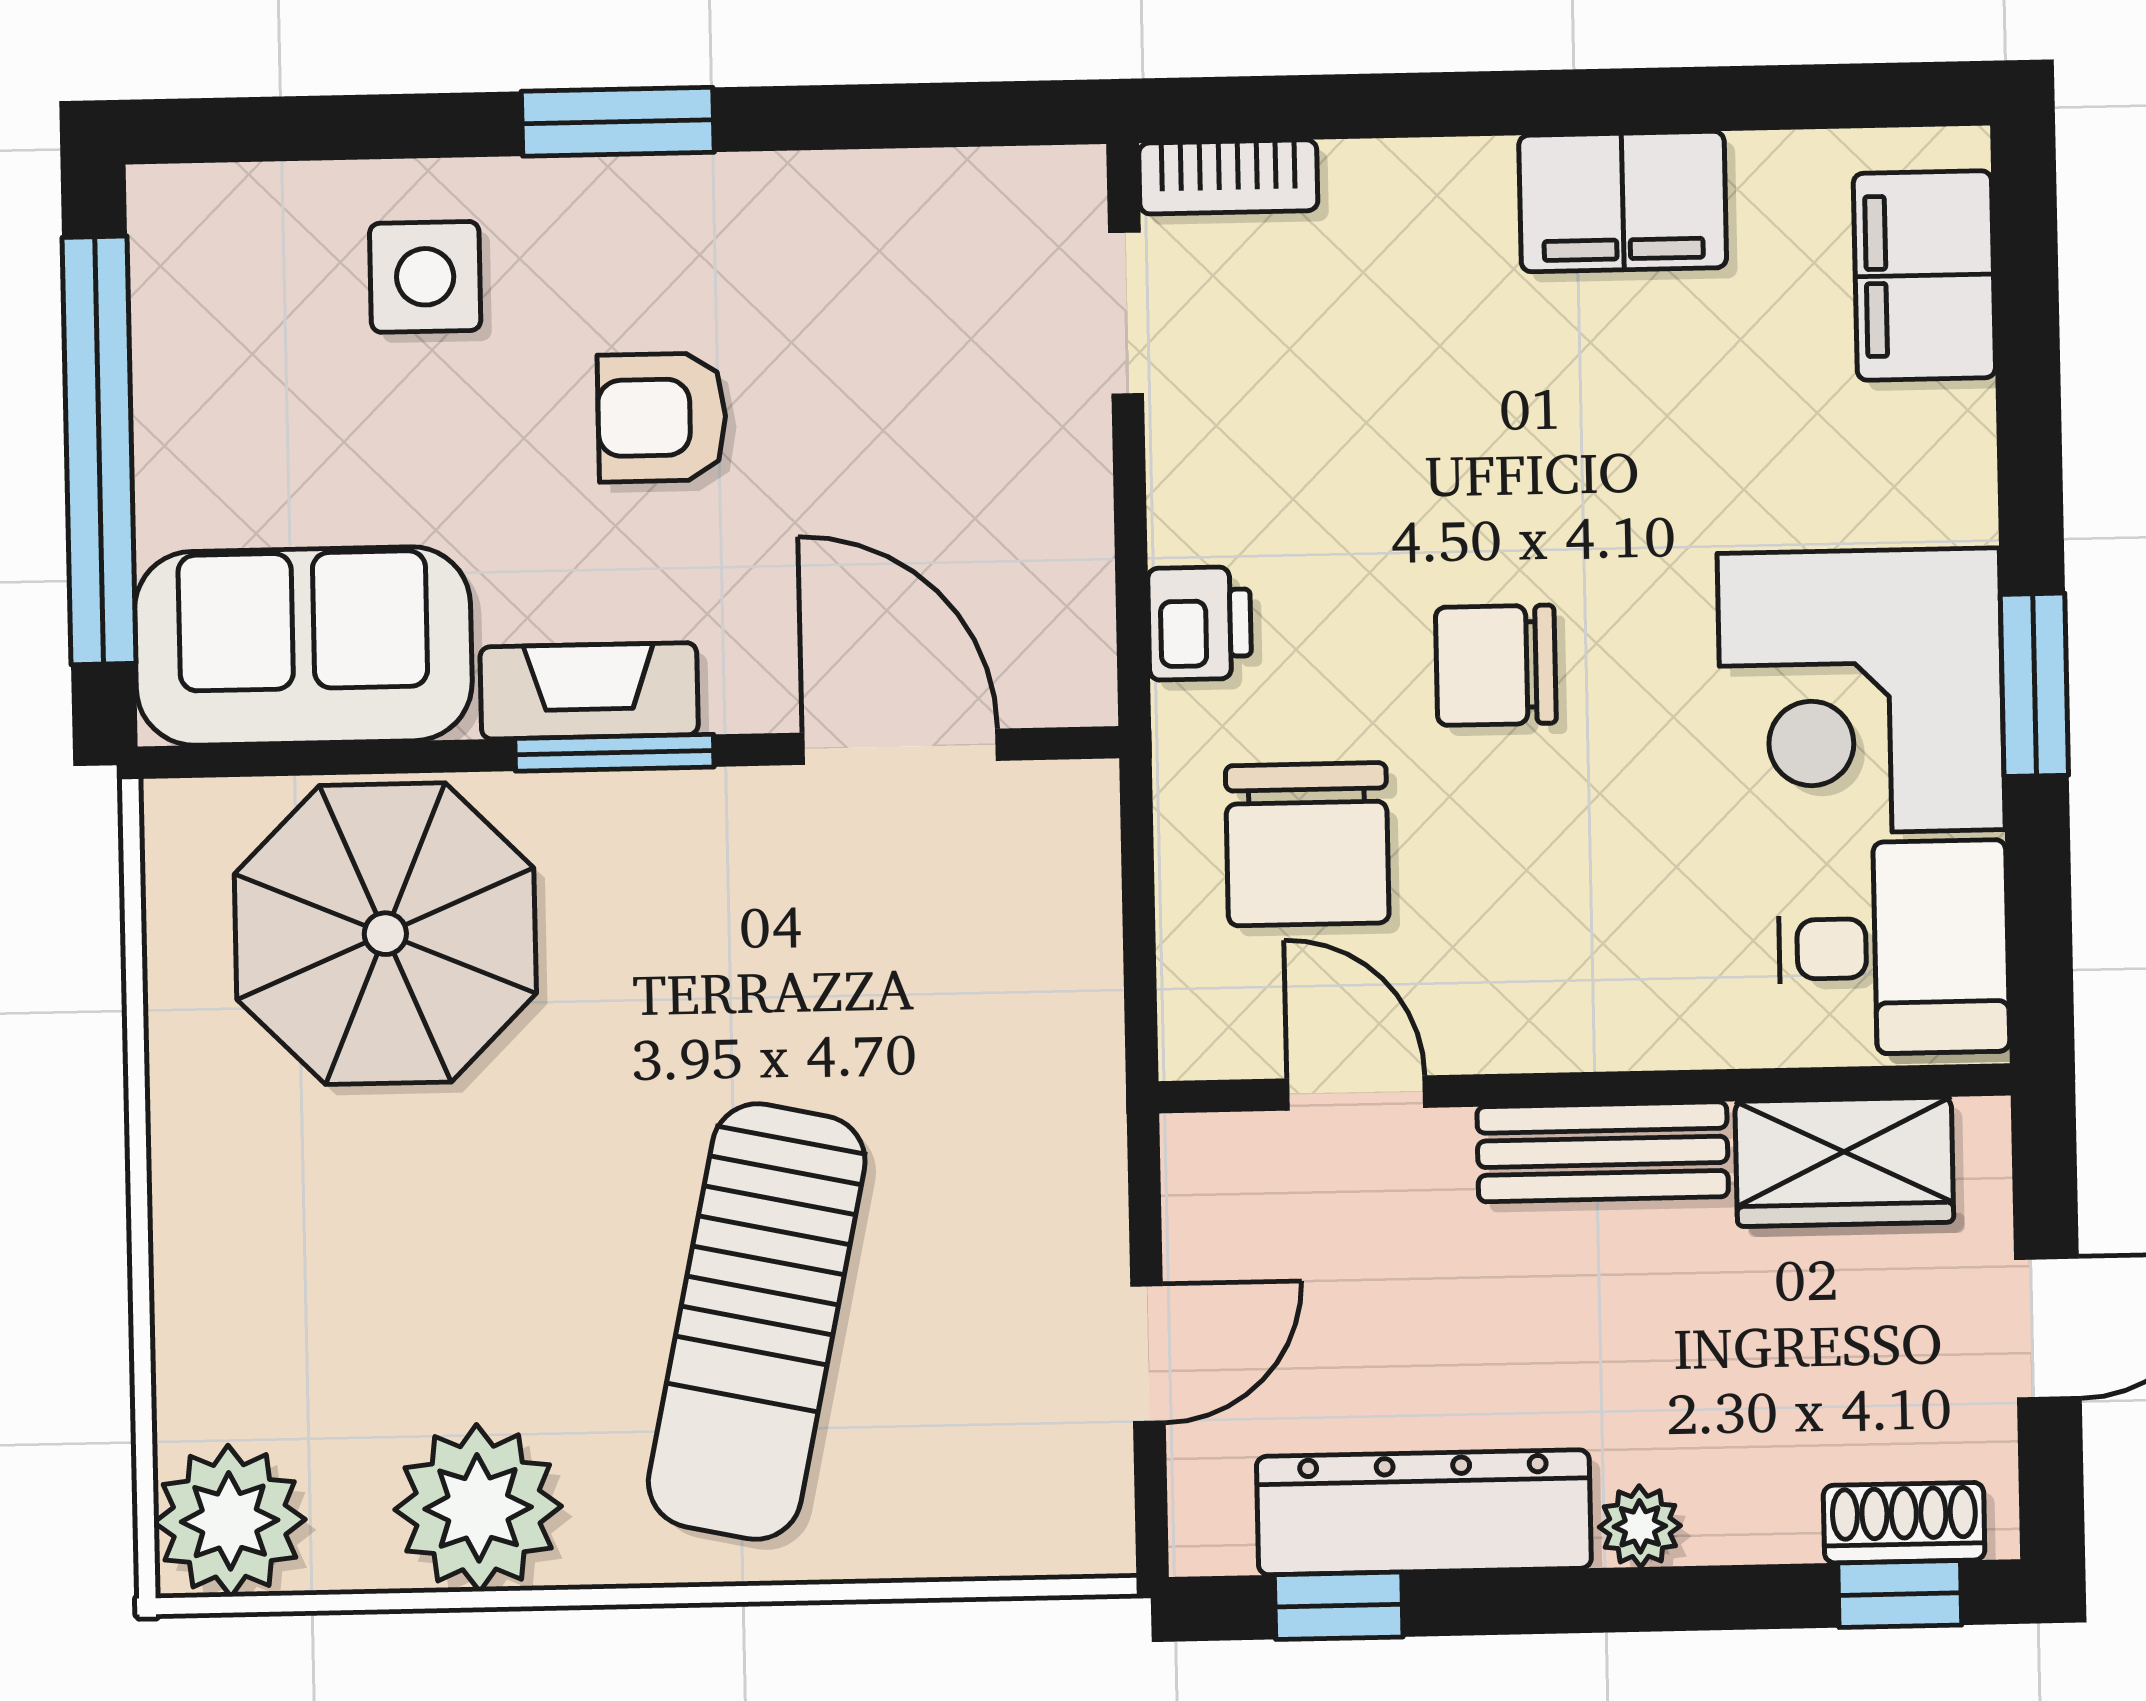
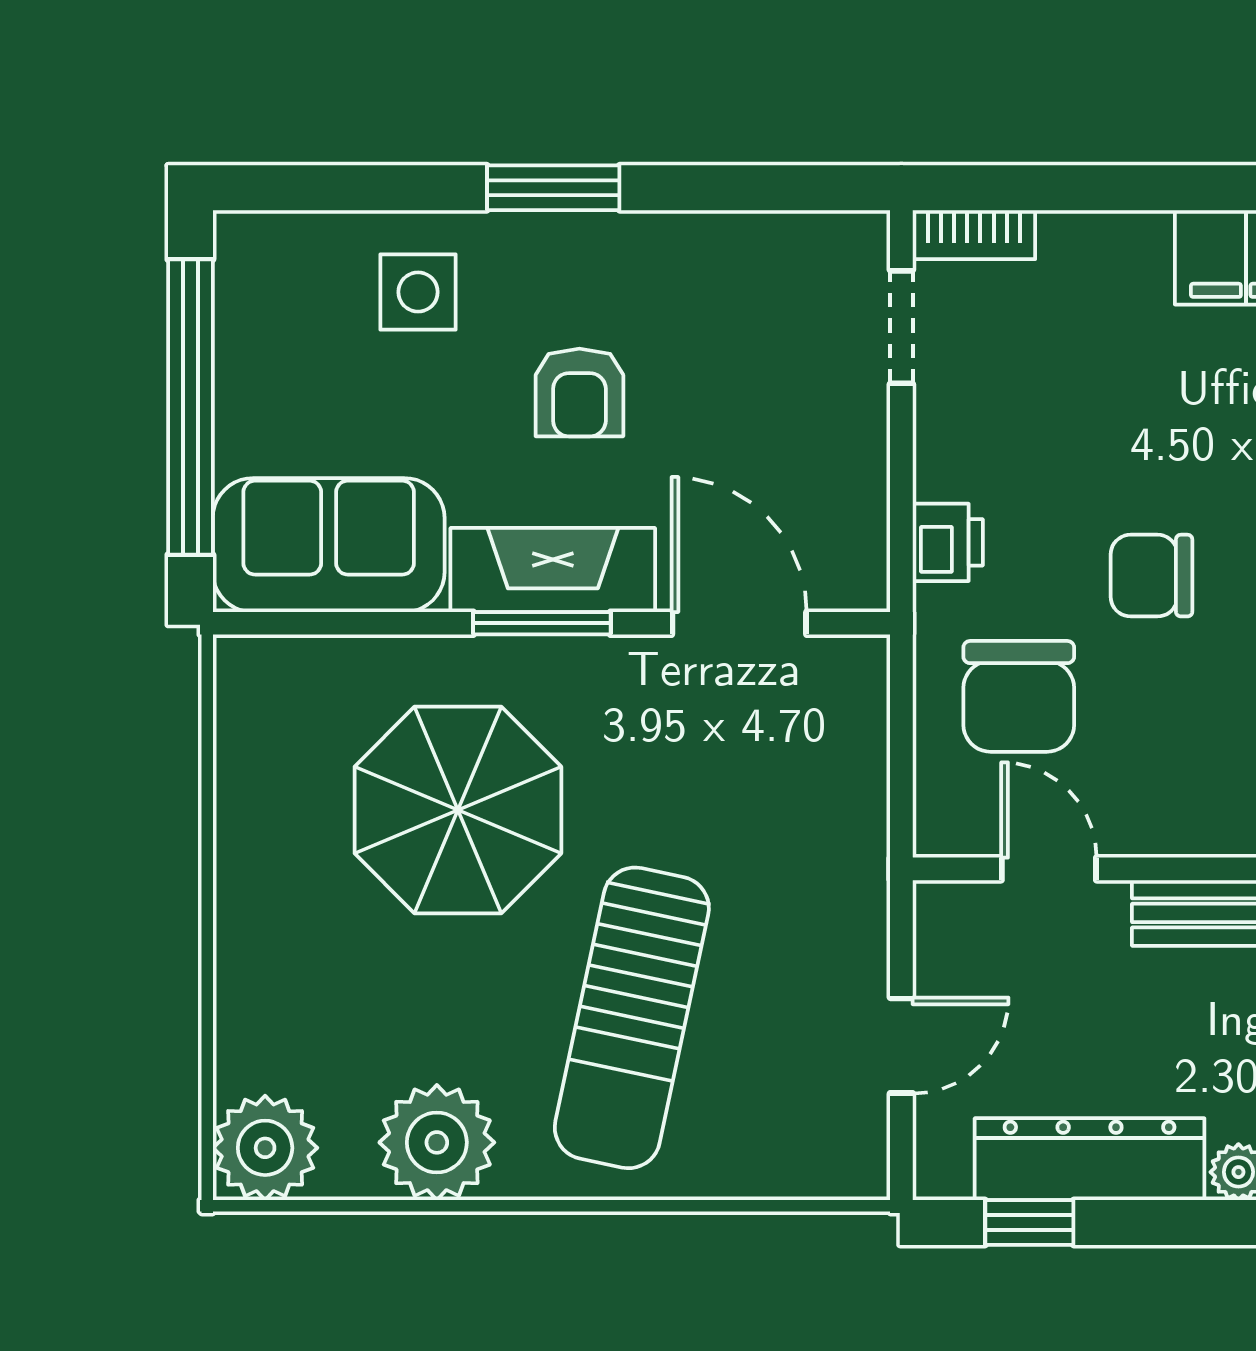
armchair: (662, 417) -> (579, 392), turned -90
fireplace: (589, 691) -> (553, 570), width x1.37, depth x1.32
parasol: (385, 934) -> (458, 810), moved

